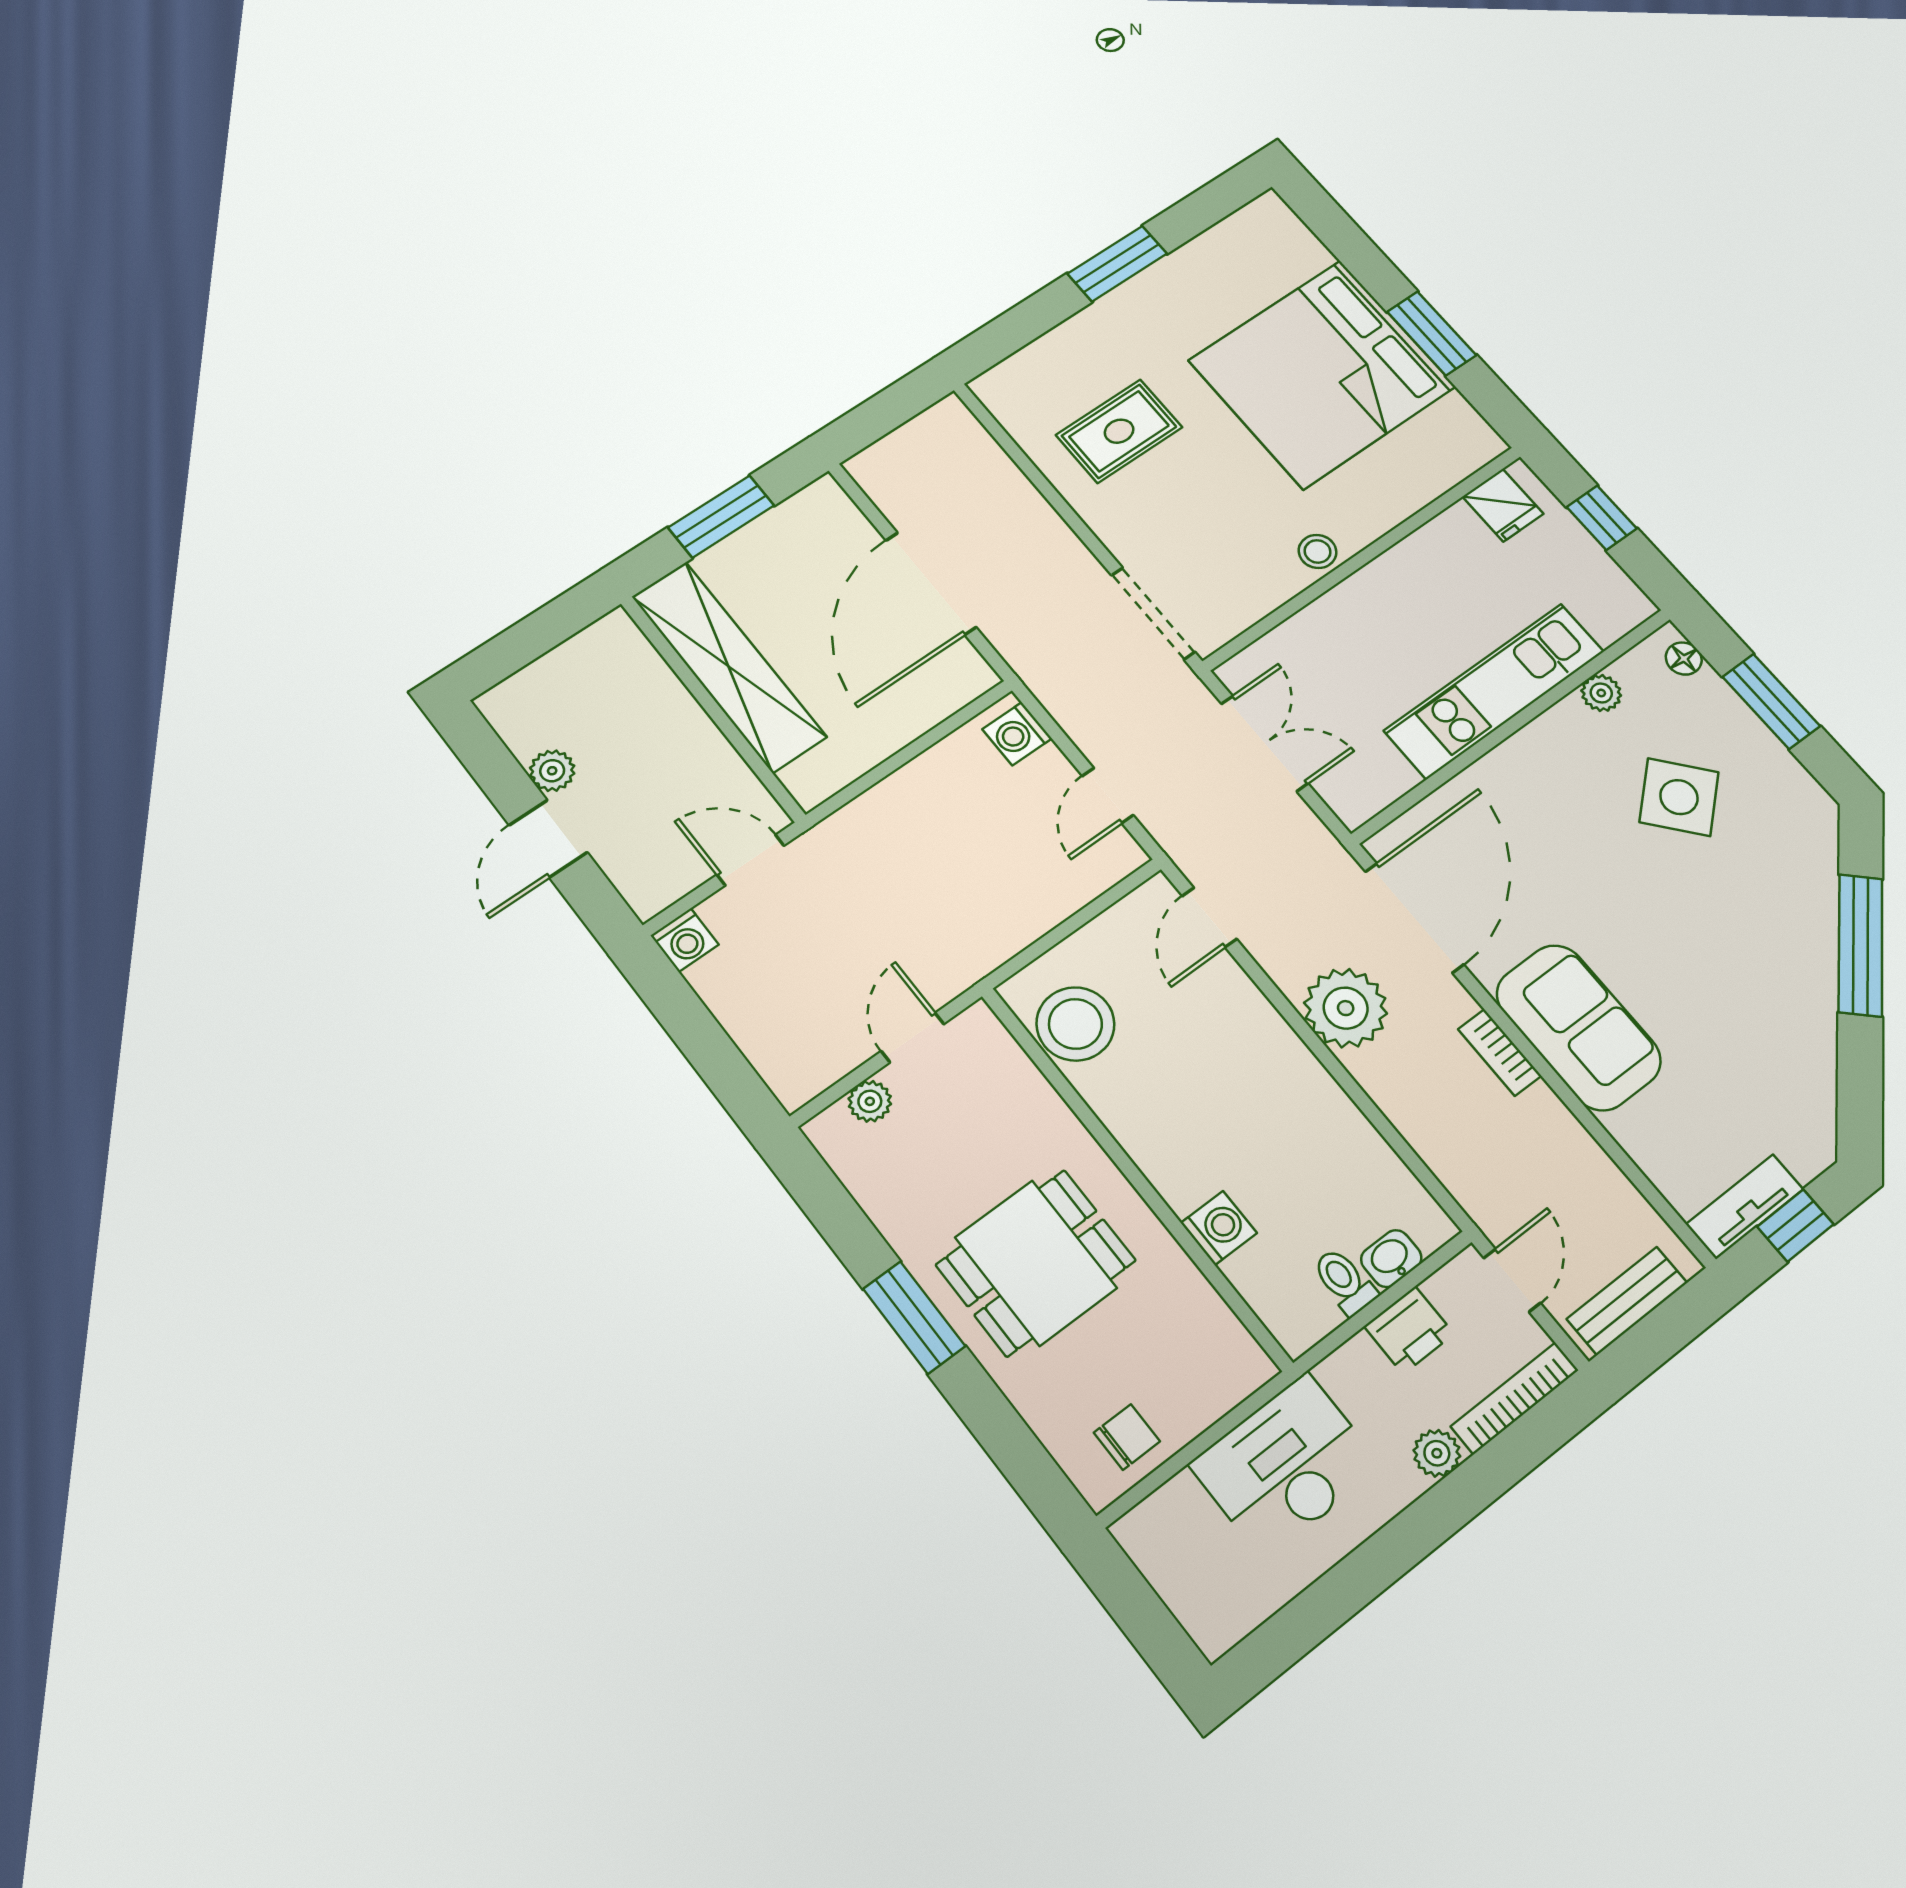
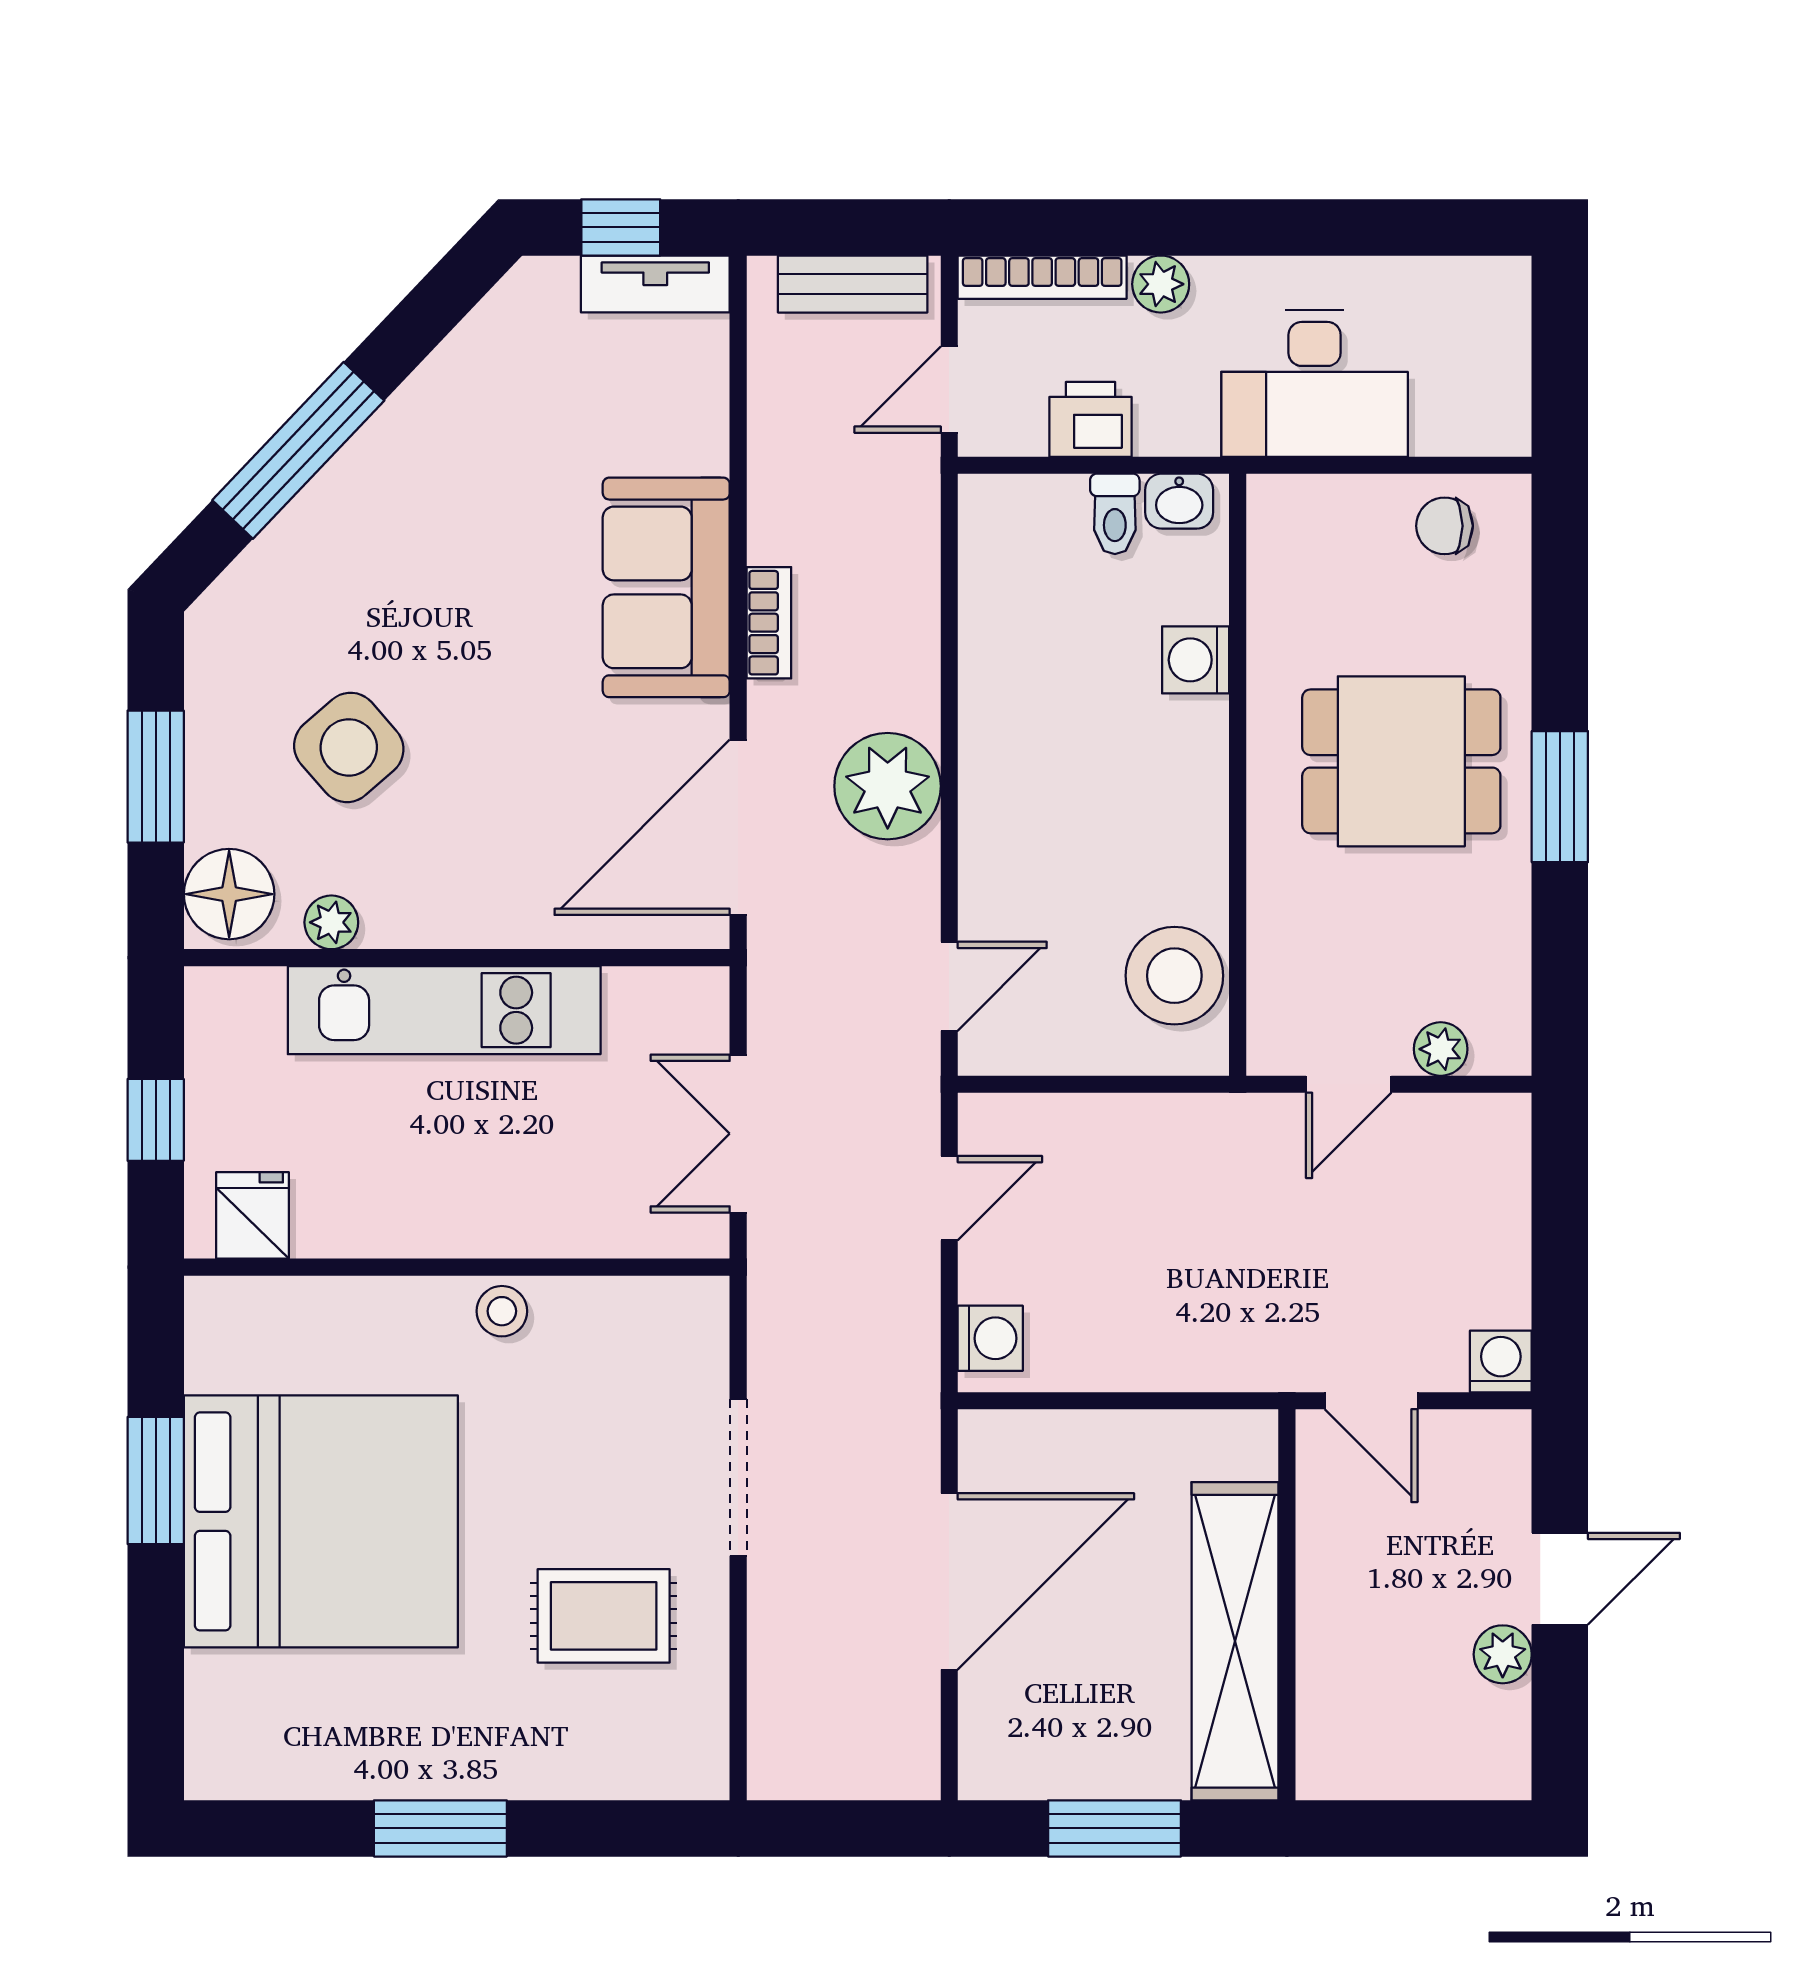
doorway: (1153, 613) -> (738, 1477), moved
floor lamp: (1684, 659) -> (229, 894), width x1.89, depth x1.89
washbasin: (1391, 1259) -> (1179, 501), moved

